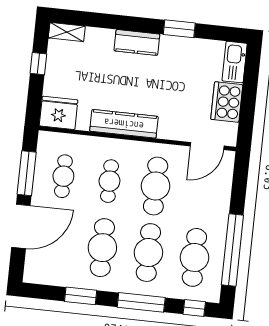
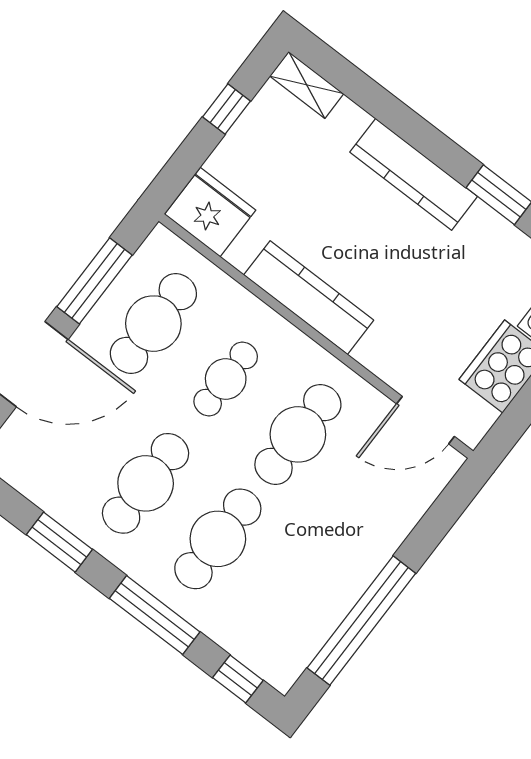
kitchen counter: (137, 42) -> (414, 174), width x1.50
cafe table: (63, 176) -> (153, 324), width x1.37, depth x1.35
cafe table: (194, 257) -> (290, 594), removed

